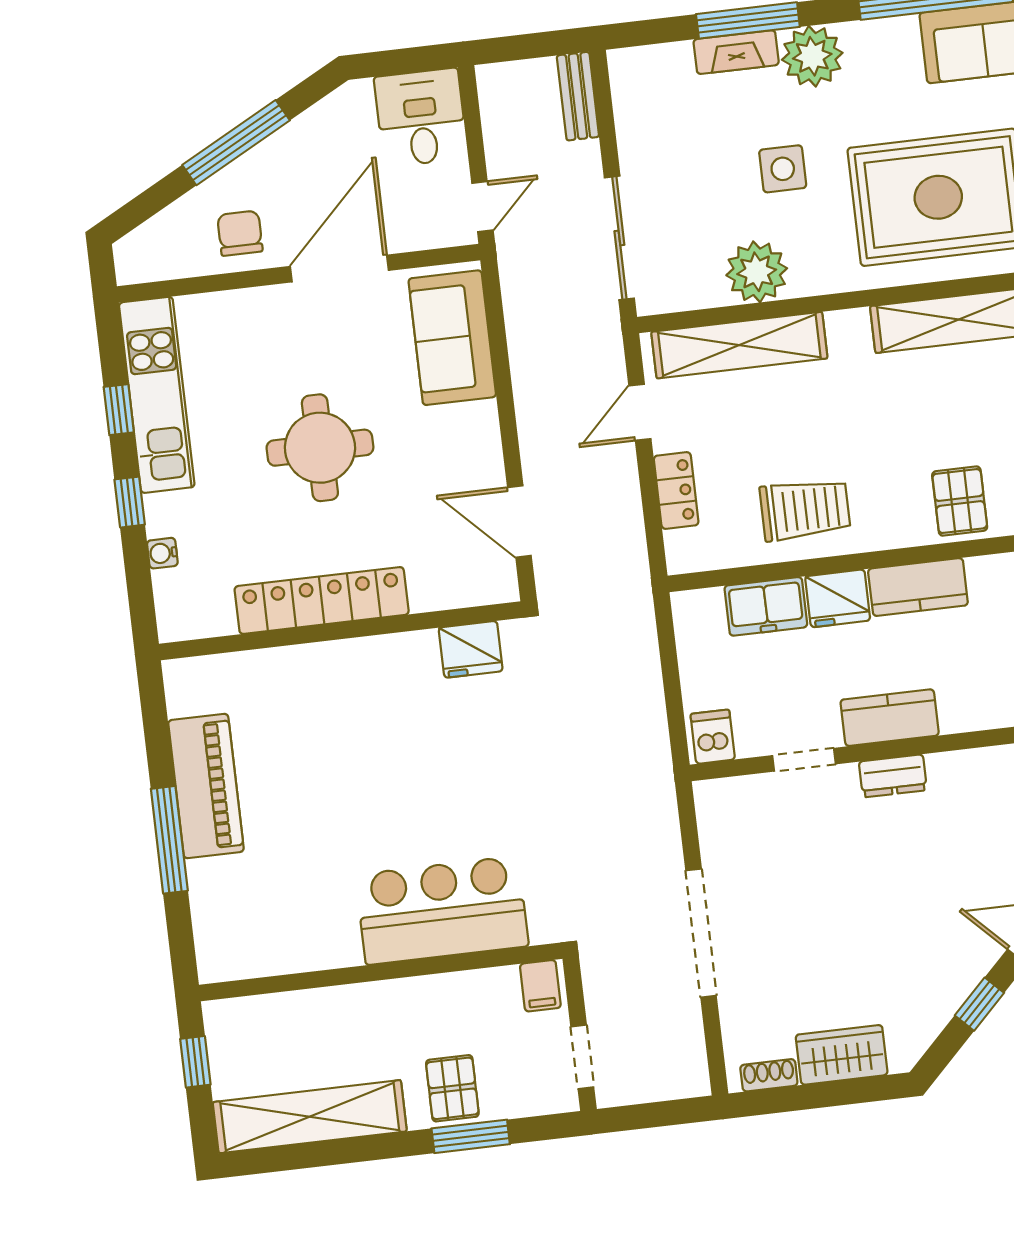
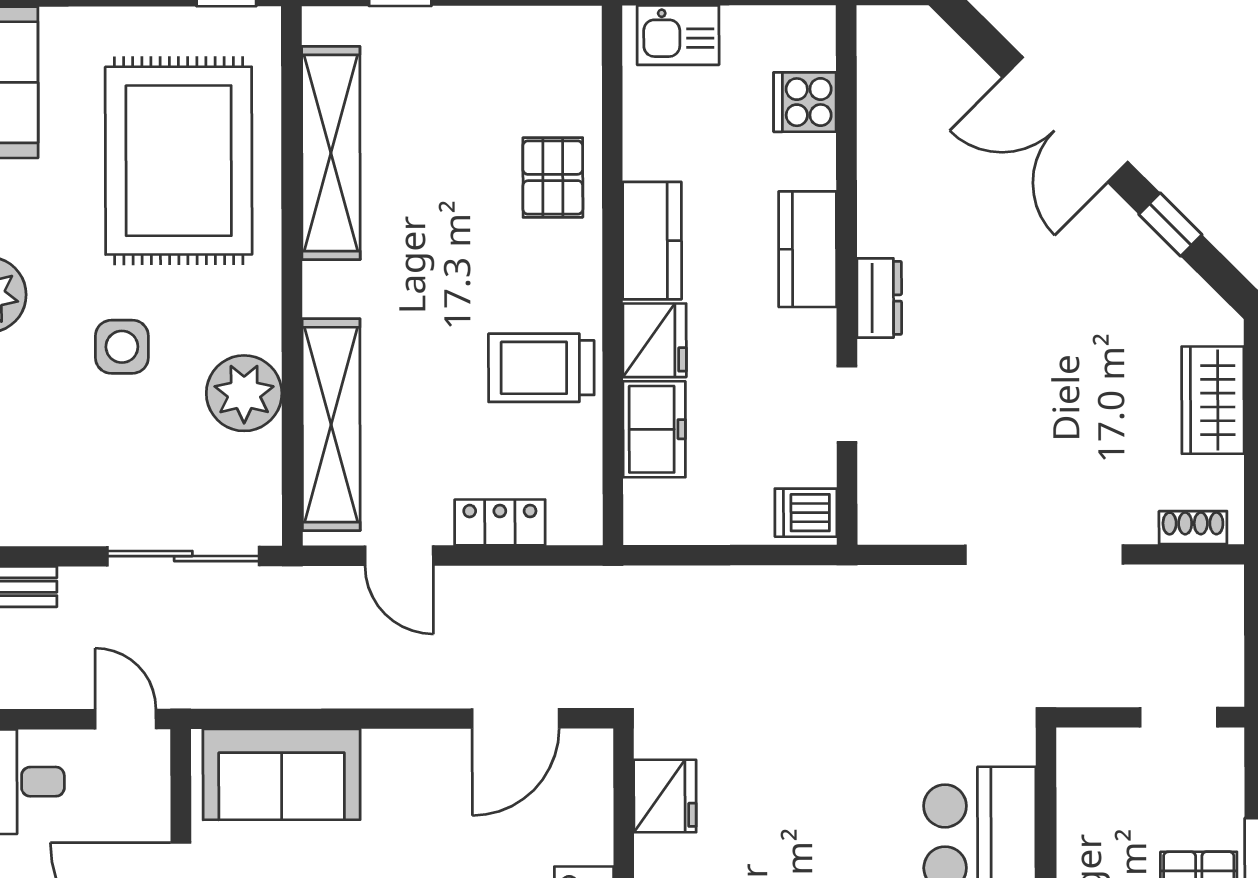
pallet: (960, 501) -> (553, 178), turned 90
trolley: (805, 510) -> (541, 368), turned -90
kitchen counter: (890, 718) -> (808, 249), moved
filing cabinet: (540, 986) -> (1086, 758), removed
shoe rack: (769, 1075) -> (1193, 528), moved, turned 90

